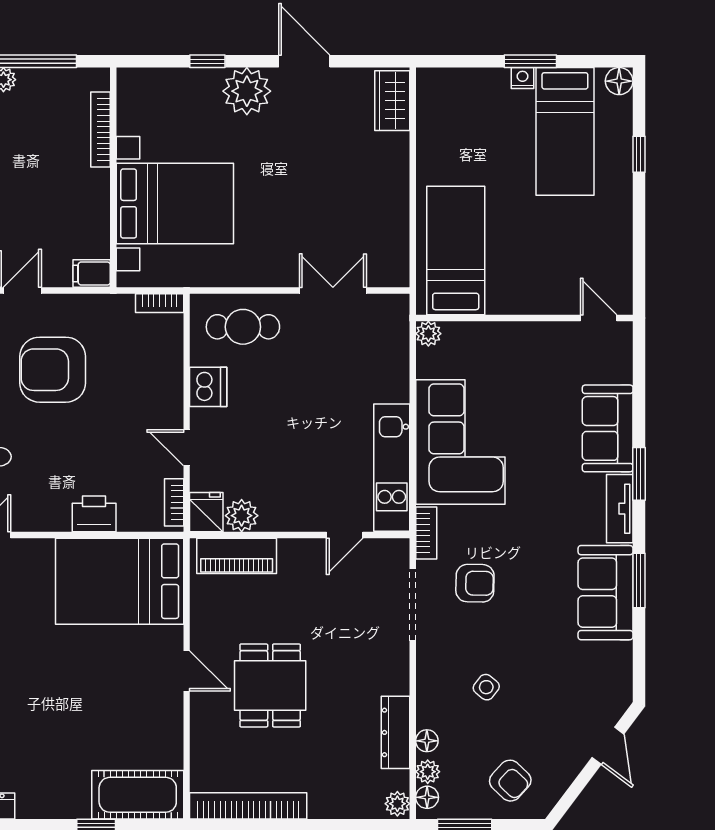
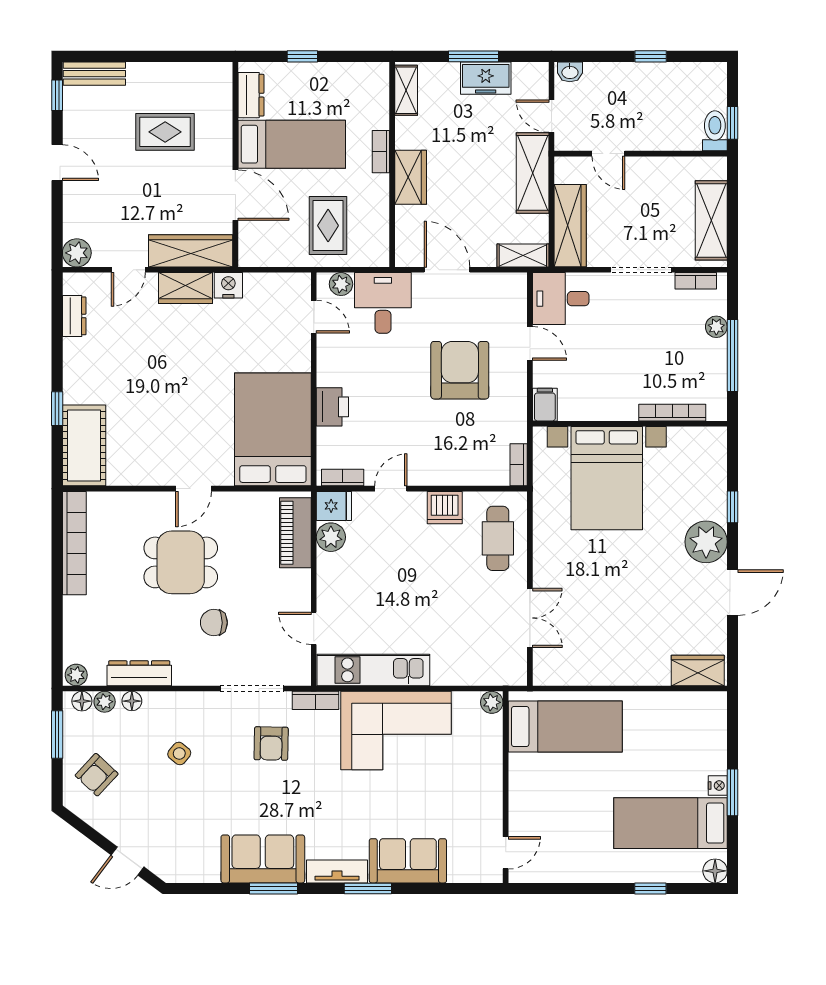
chair: (338, 648) -> (214, 623), added

